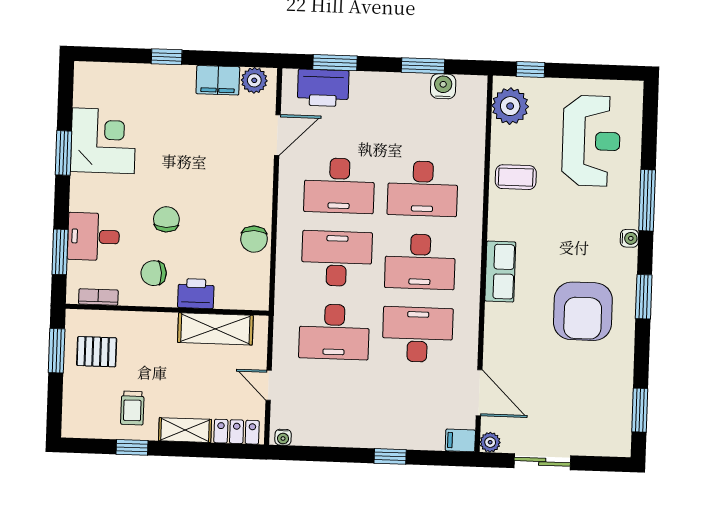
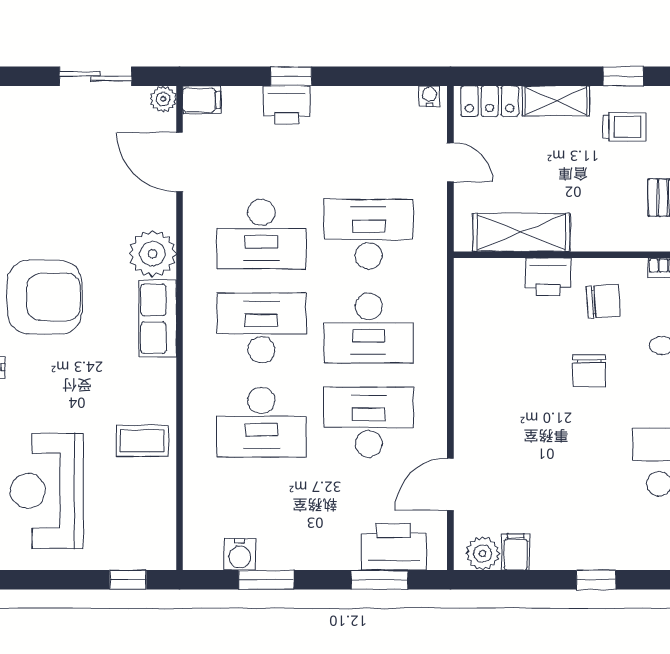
filing cabinet: (218, 80) -> (516, 552), width x0.50
plant: (510, 106) -> (153, 254), moved
desk: (423, 188) -> (261, 422), turned 180
chair: (254, 239) -> (476, 349), removed
armchair: (583, 311) -> (45, 297), moved, turned 90
trolley: (132, 408) -> (625, 127), turned 90
printer: (394, 434) -> (287, 105), added

